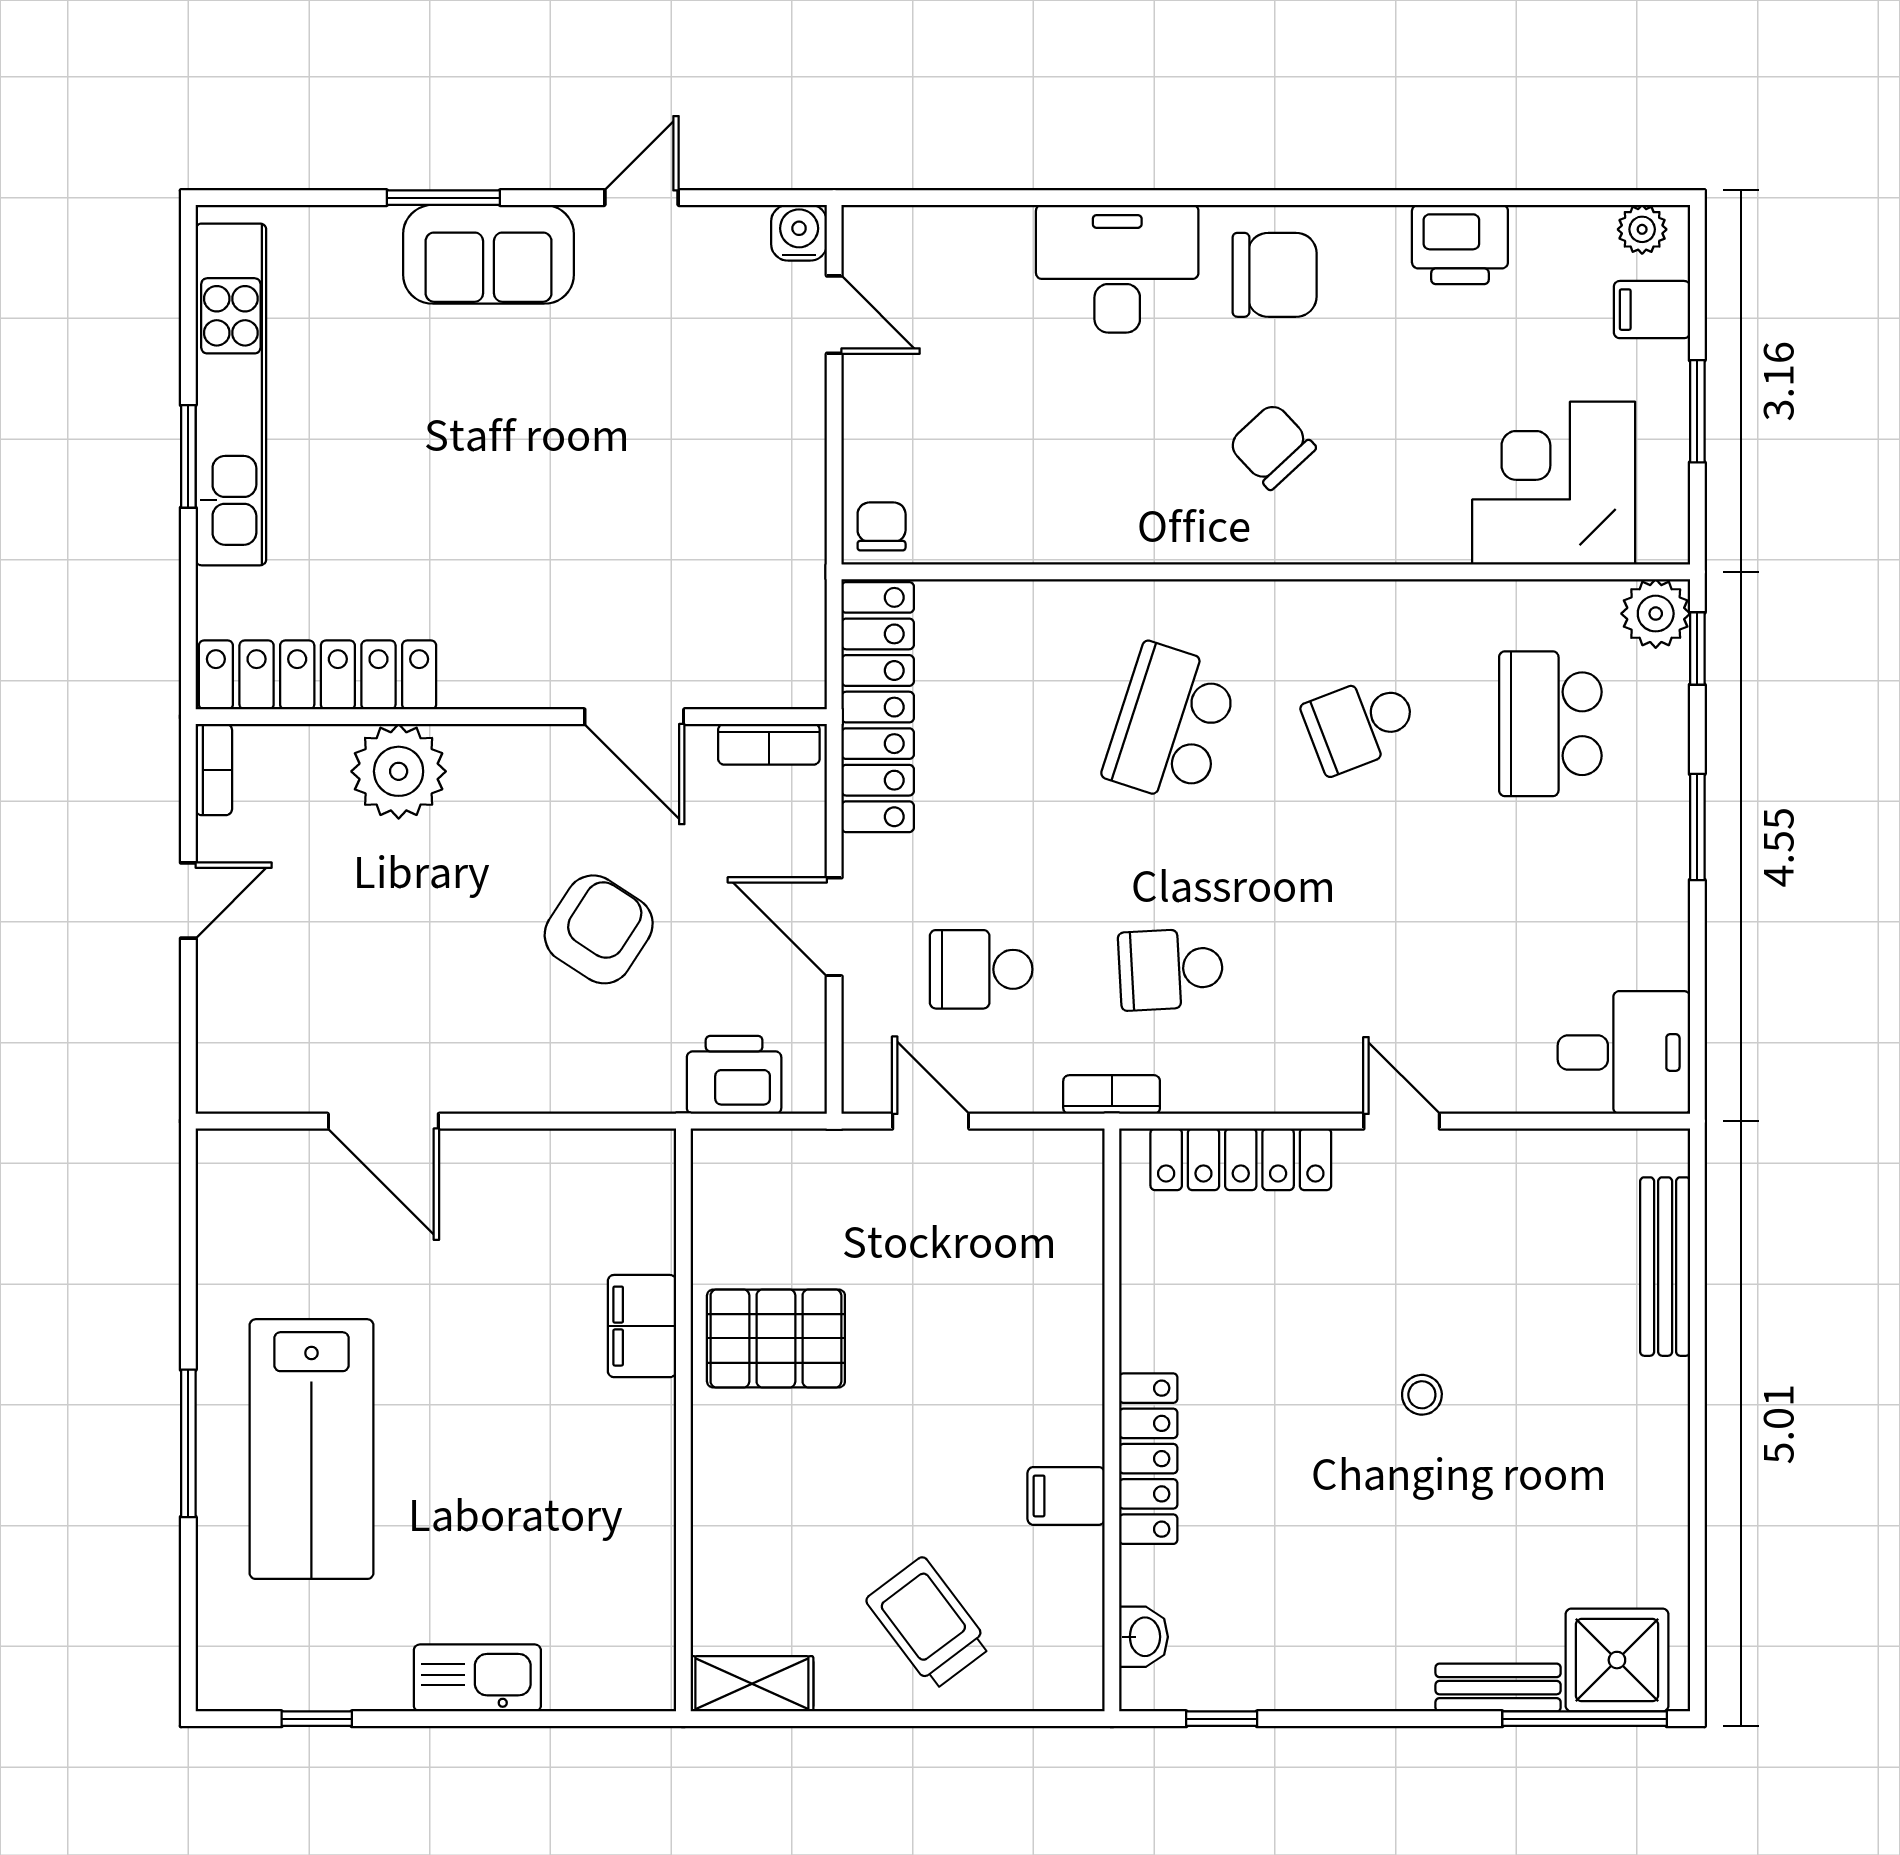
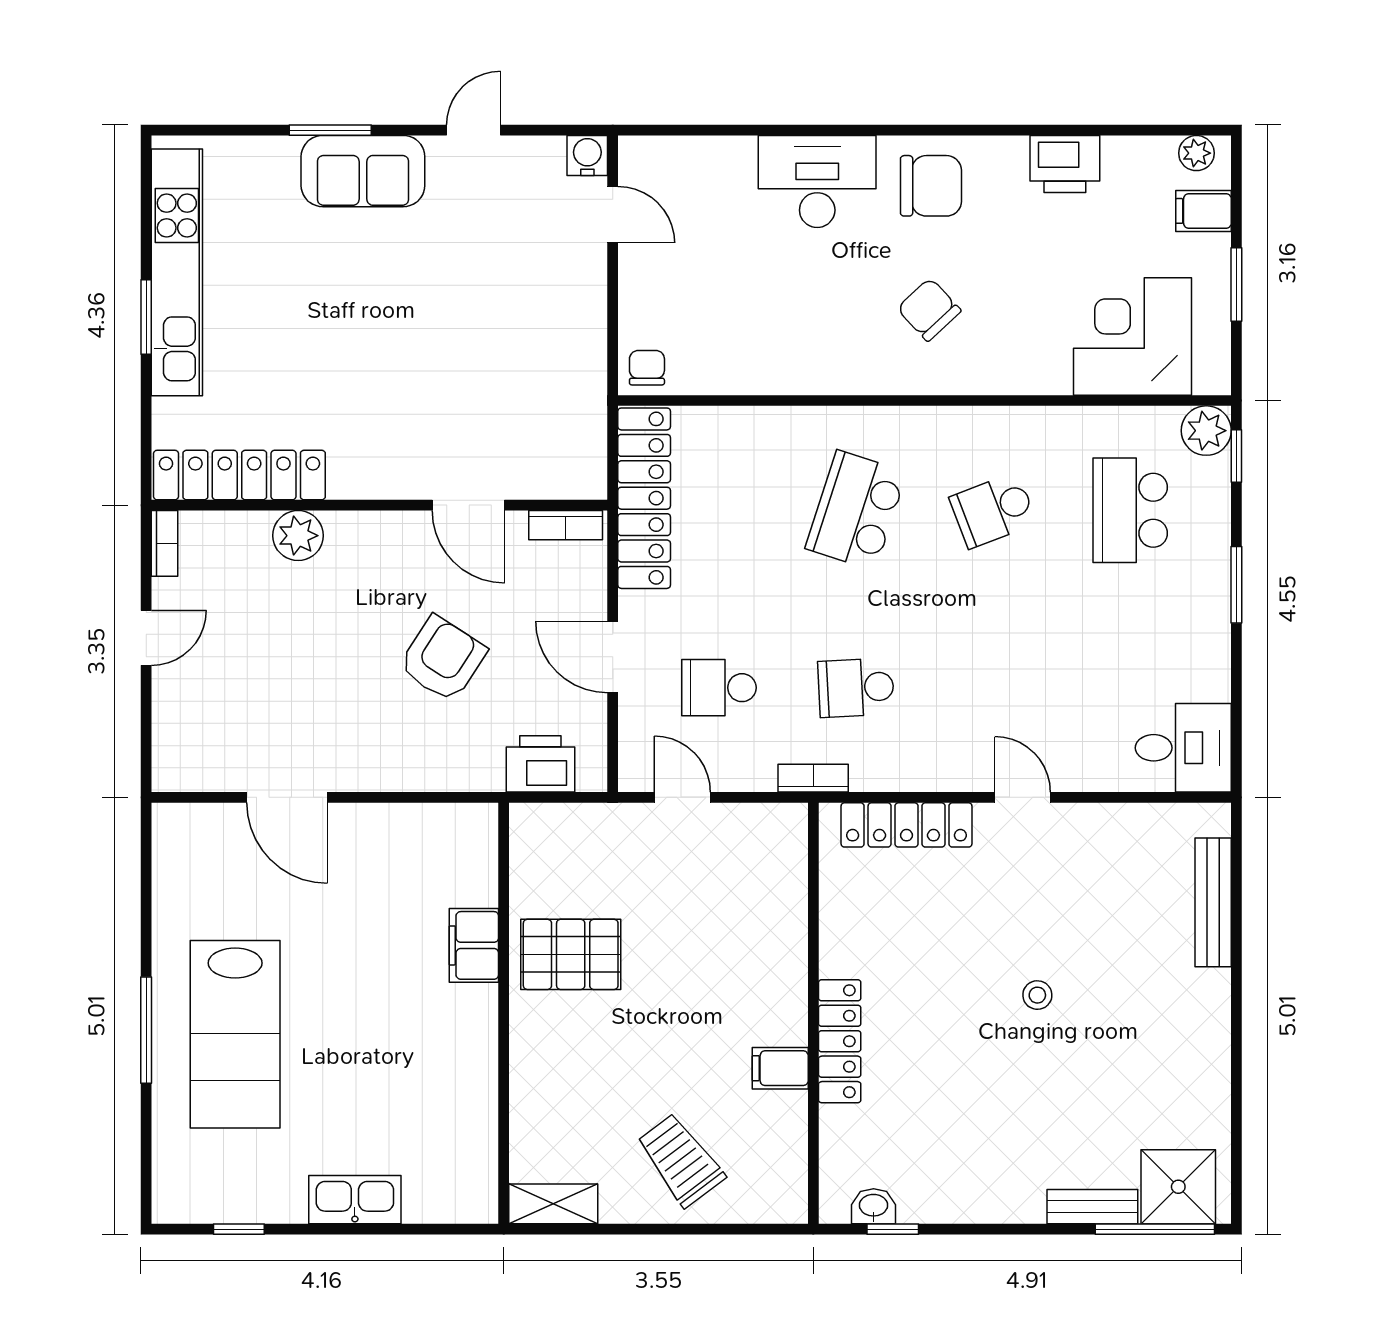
plant: (399, 771) -> (298, 536), width x0.73, depth x0.73
washbasin: (1144, 1637) -> (874, 1206), moved, turned -90

